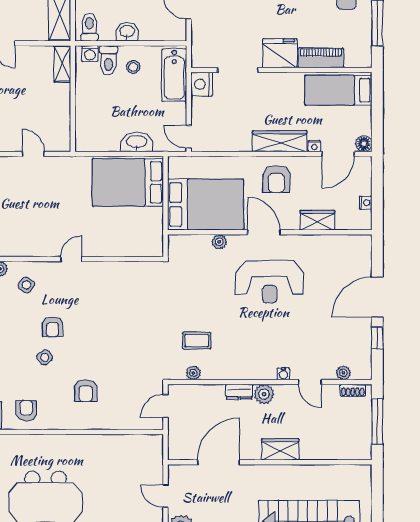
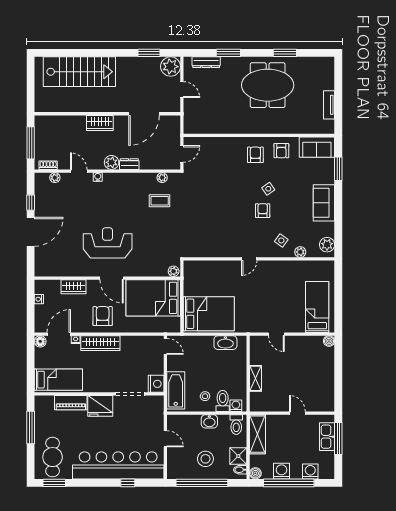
shelving: (62, 64) -> (256, 378), moved
washbasin: (137, 142) -> (225, 343), moved
plant: (219, 242) -> (174, 271), moved
armchair: (86, 391) -> (255, 155), moved

